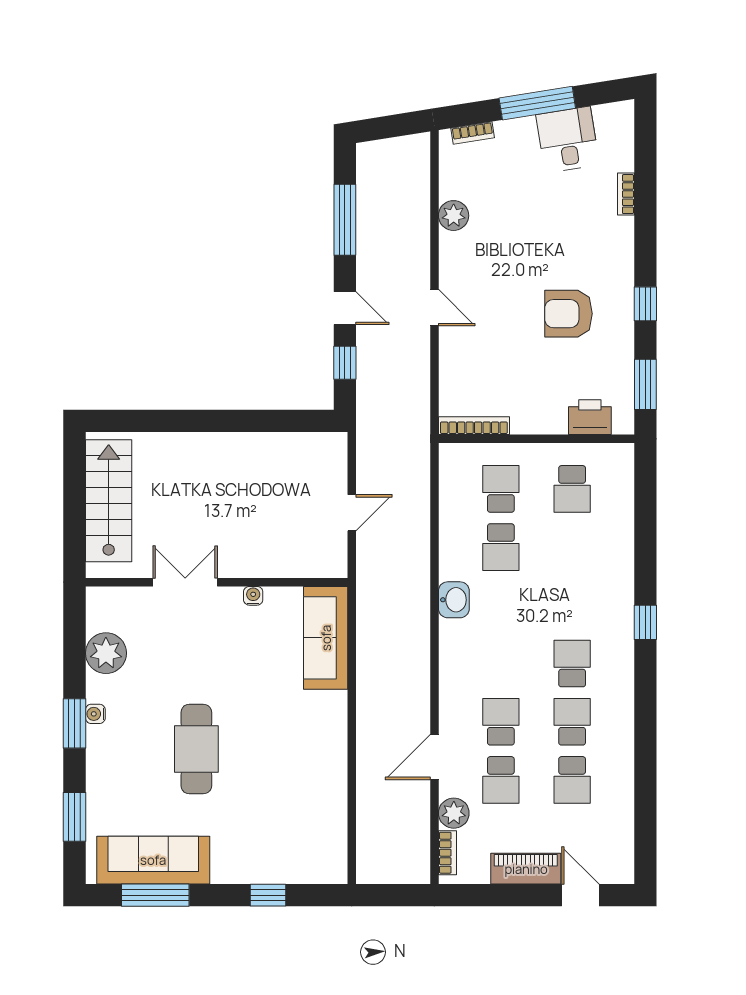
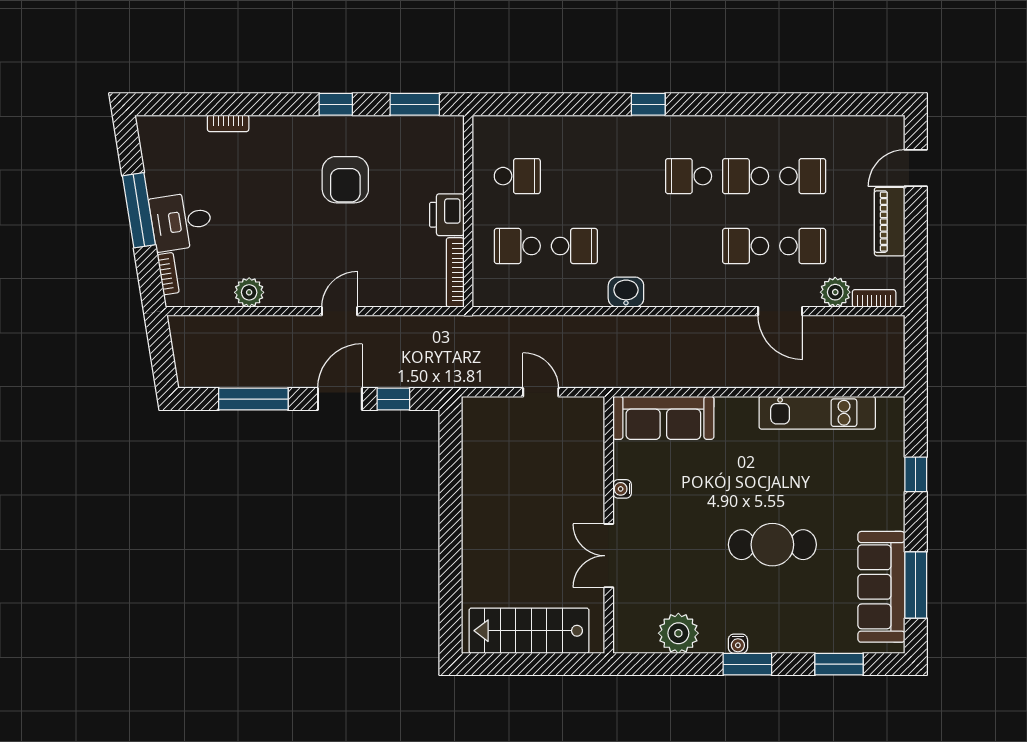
desk: (568, 140) -> (181, 221), moved
door: (345, 308) -> (340, 399), width x1.38
printer: (590, 417) -> (447, 215), moved
kitchen unit: (331, 795) -> (817, 413), added

